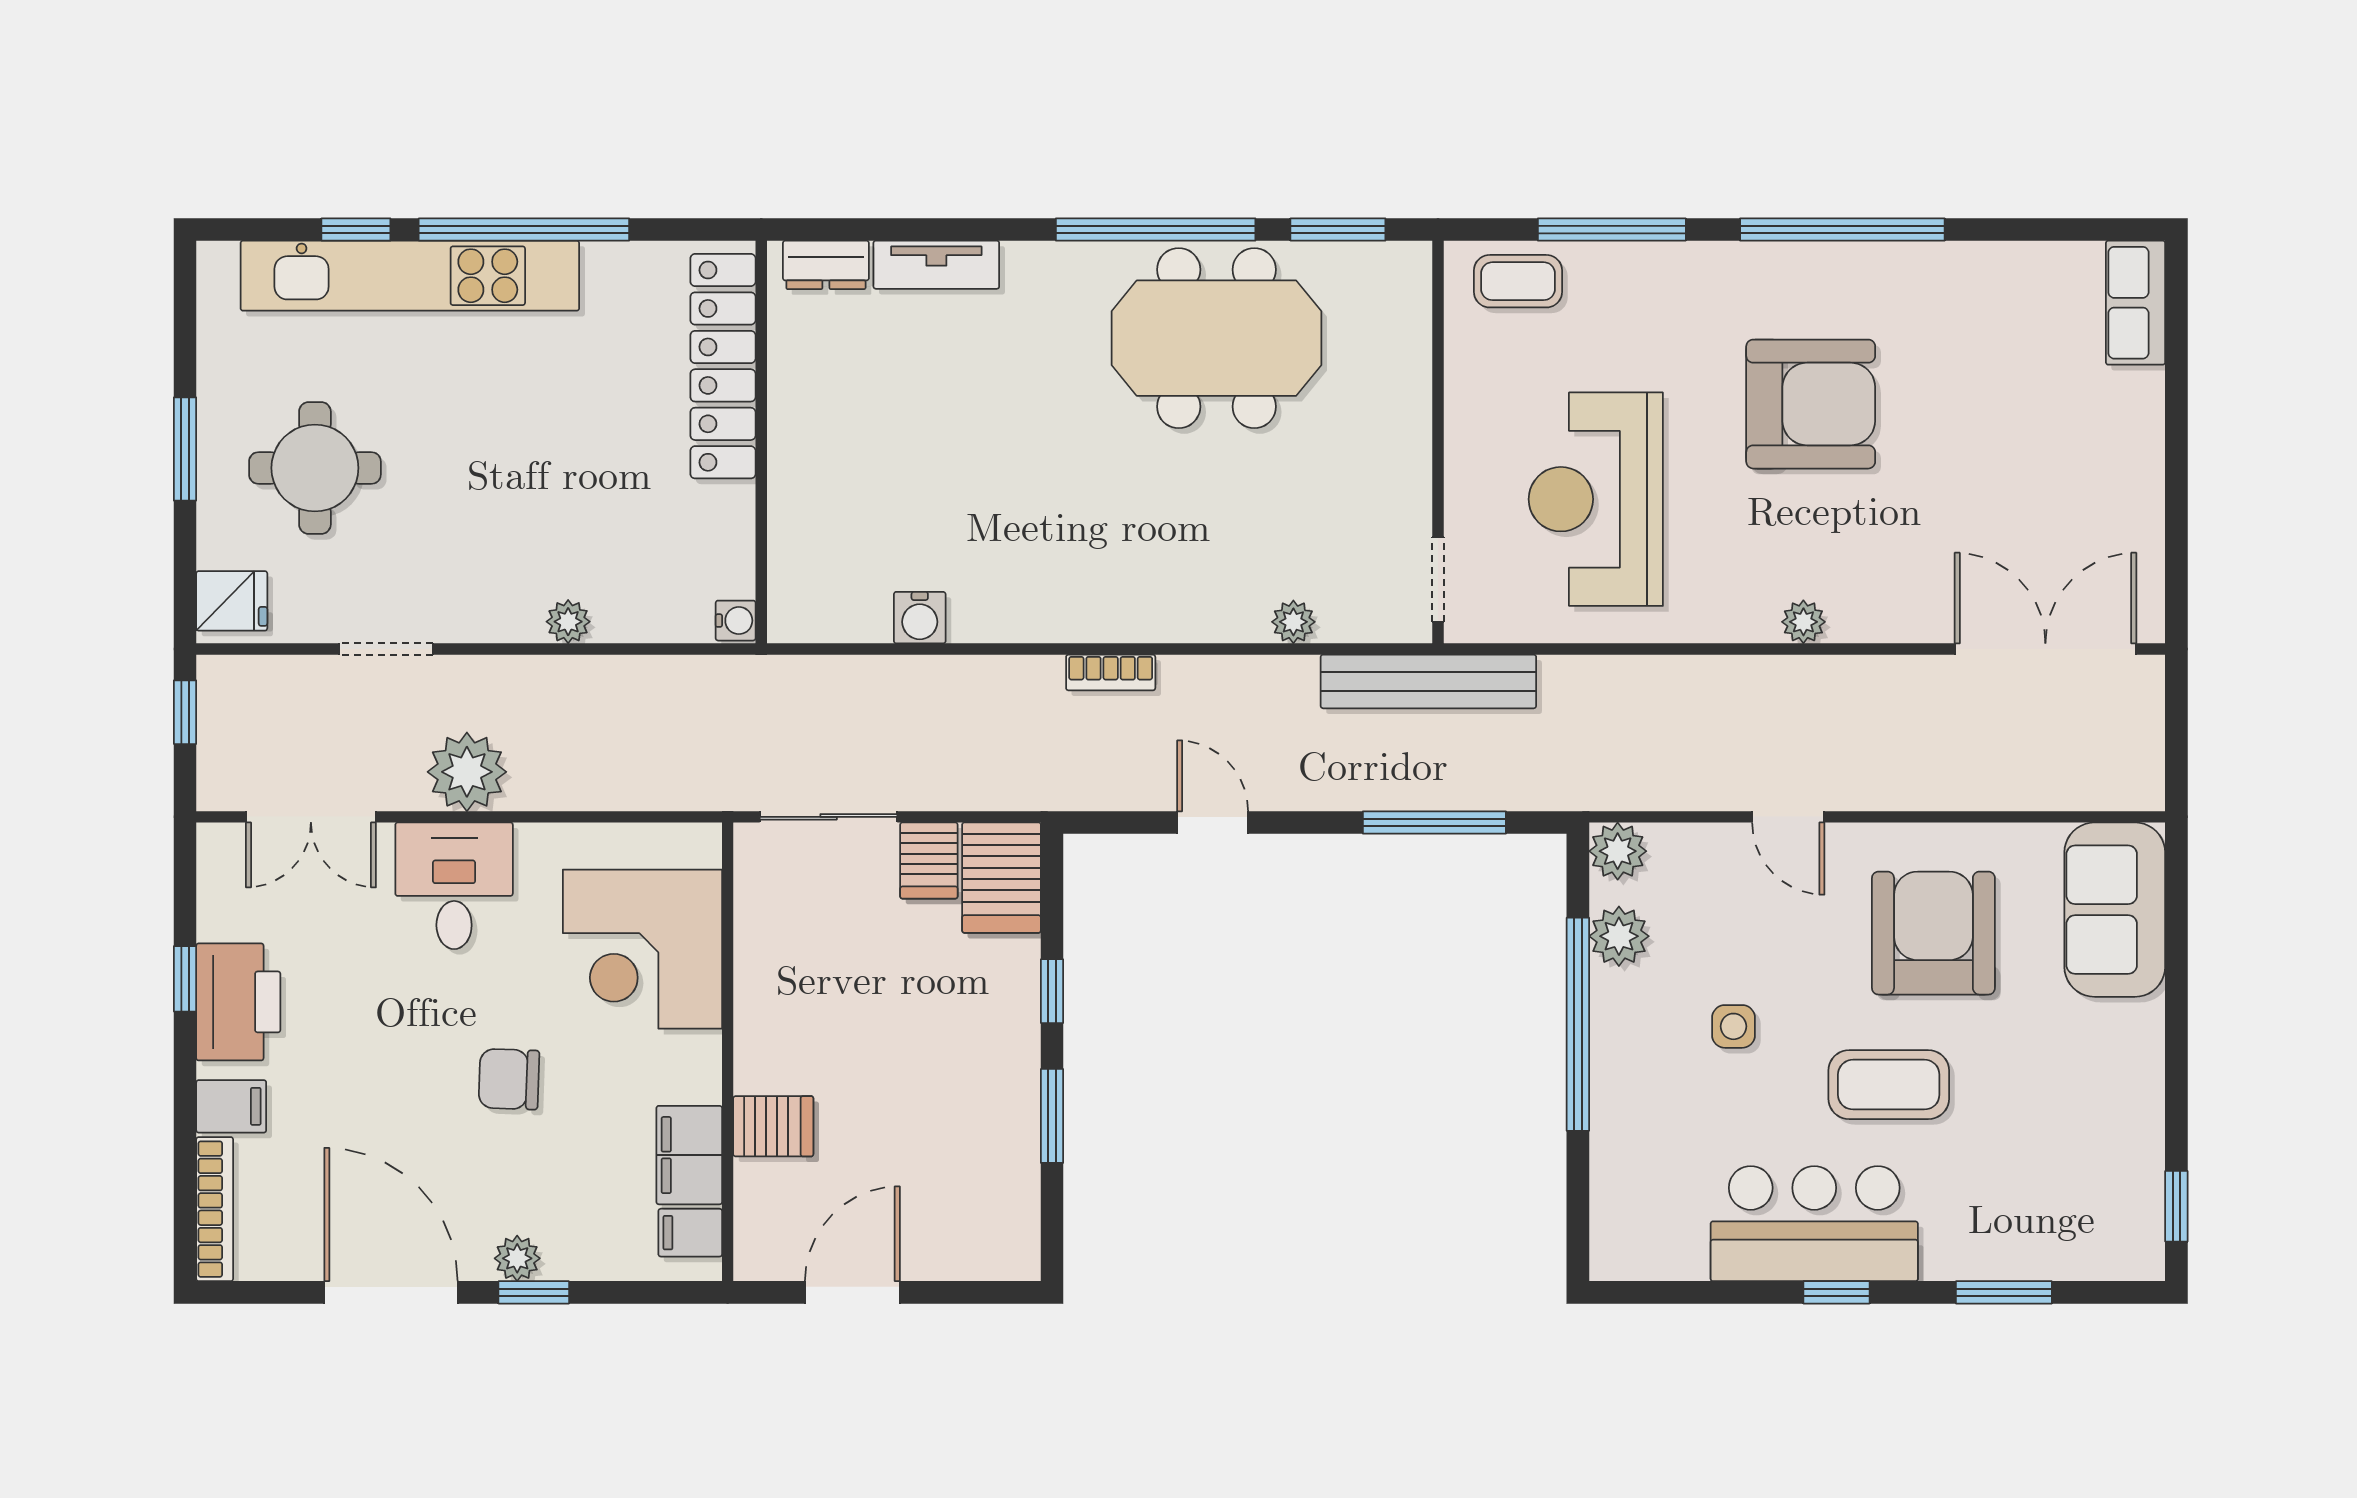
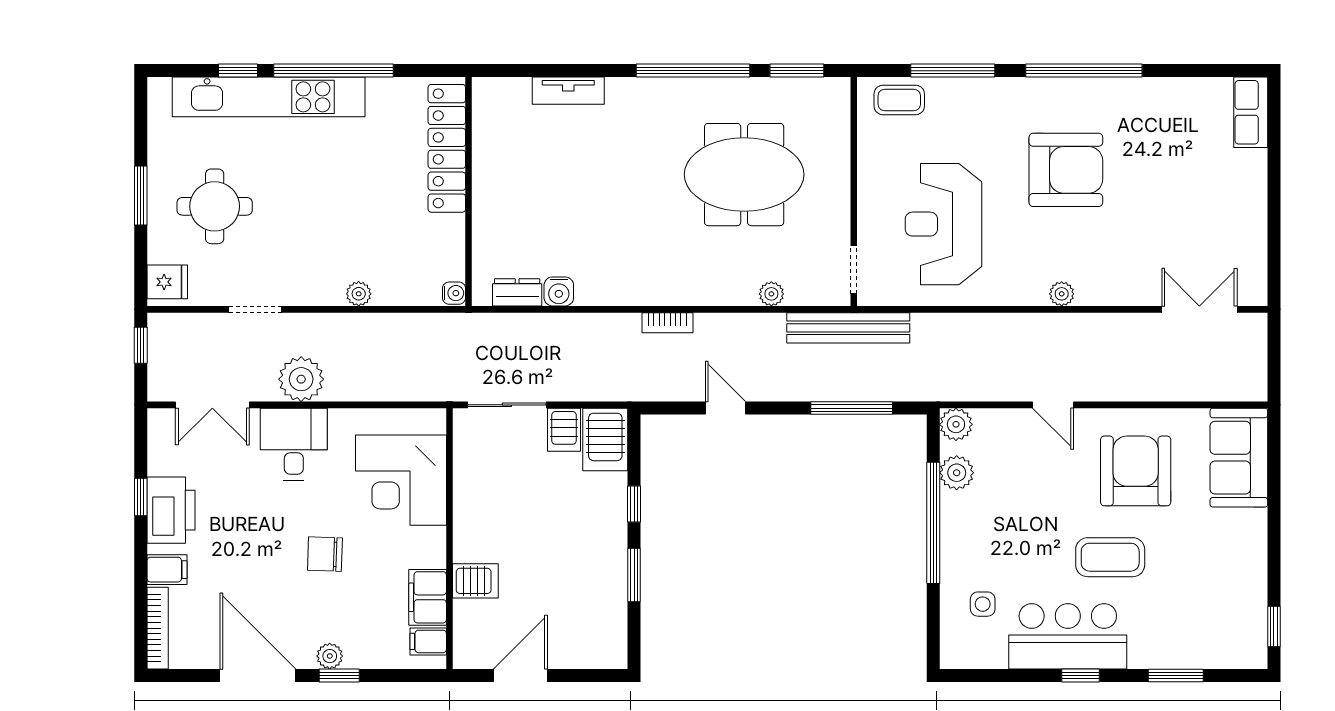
dresser: (826, 265) -> (517, 292), moved, turned 180
meeting table: (1216, 338) -> (744, 175), moved
double door: (2045, 649) -> (1199, 309), width x0.73
side table: (1733, 1026) -> (983, 604), moved

